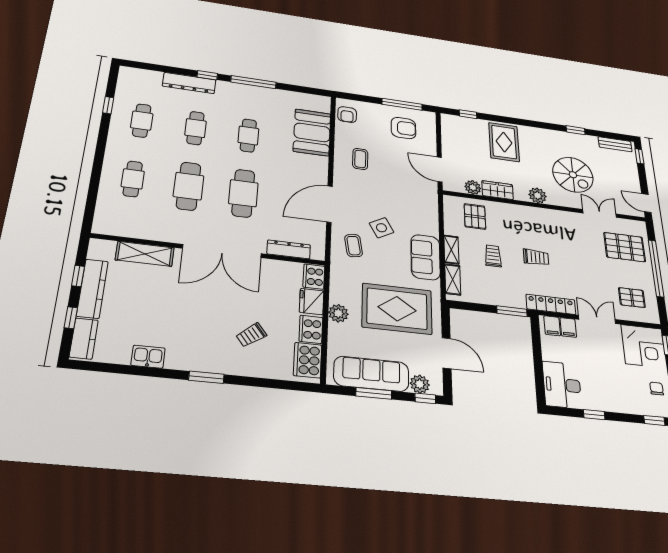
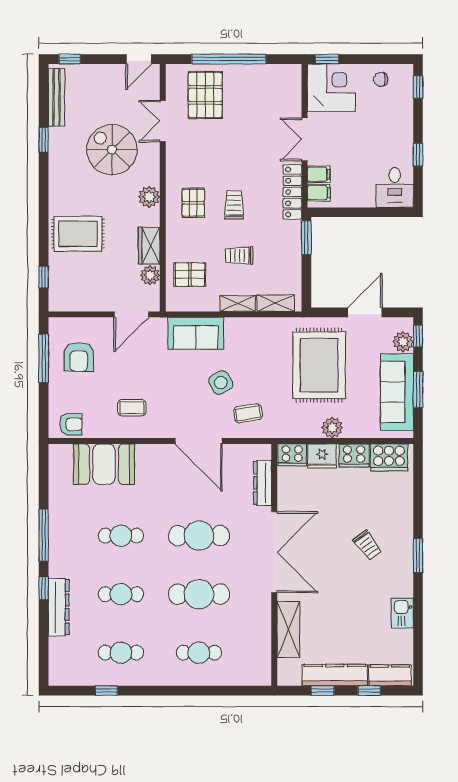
armchair: (403, 128) -> (79, 357), turned 180
bench: (615, 144) -> (56, 97), width x1.36
spiral stairs: (573, 175) -> (112, 150), turned -90
sofa: (425, 257) -> (196, 333), moved
pallet: (632, 298) -> (193, 203), moved
trolley: (251, 335) -> (367, 545), moved
desk: (562, 385) -> (395, 187), width x0.73

